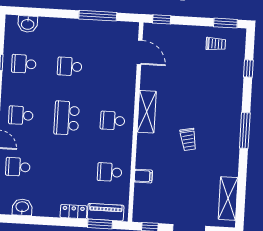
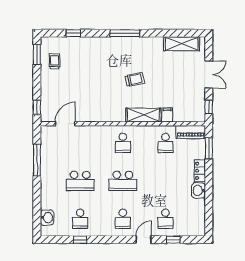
school desk: (70, 66) -> (80, 181), width x1.85
shelving: (147, 112) -> (143, 115), moved
washbasin: (22, 207) -> (199, 190), moved
piano: (106, 212) -> (191, 132), moved, turned -90

